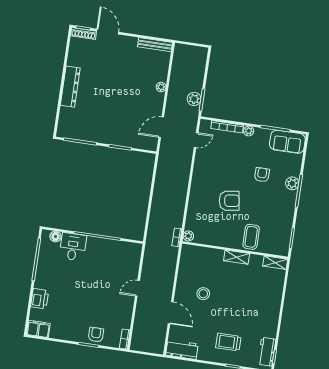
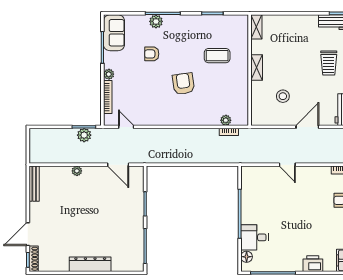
wall: (235, 250) -> (250, 70), moved
shelving: (237, 257) -> (257, 68), moved
shelving: (275, 263) -> (256, 27), moved

